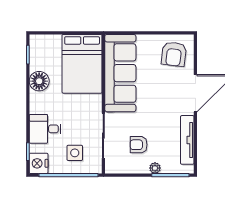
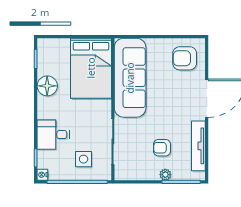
armchair: (174, 54) -> (185, 58), turned 83
armchair: (139, 145) -> (162, 148), moved
nightstand: (39, 163) -> (42, 175), width x0.53, depth x0.56

